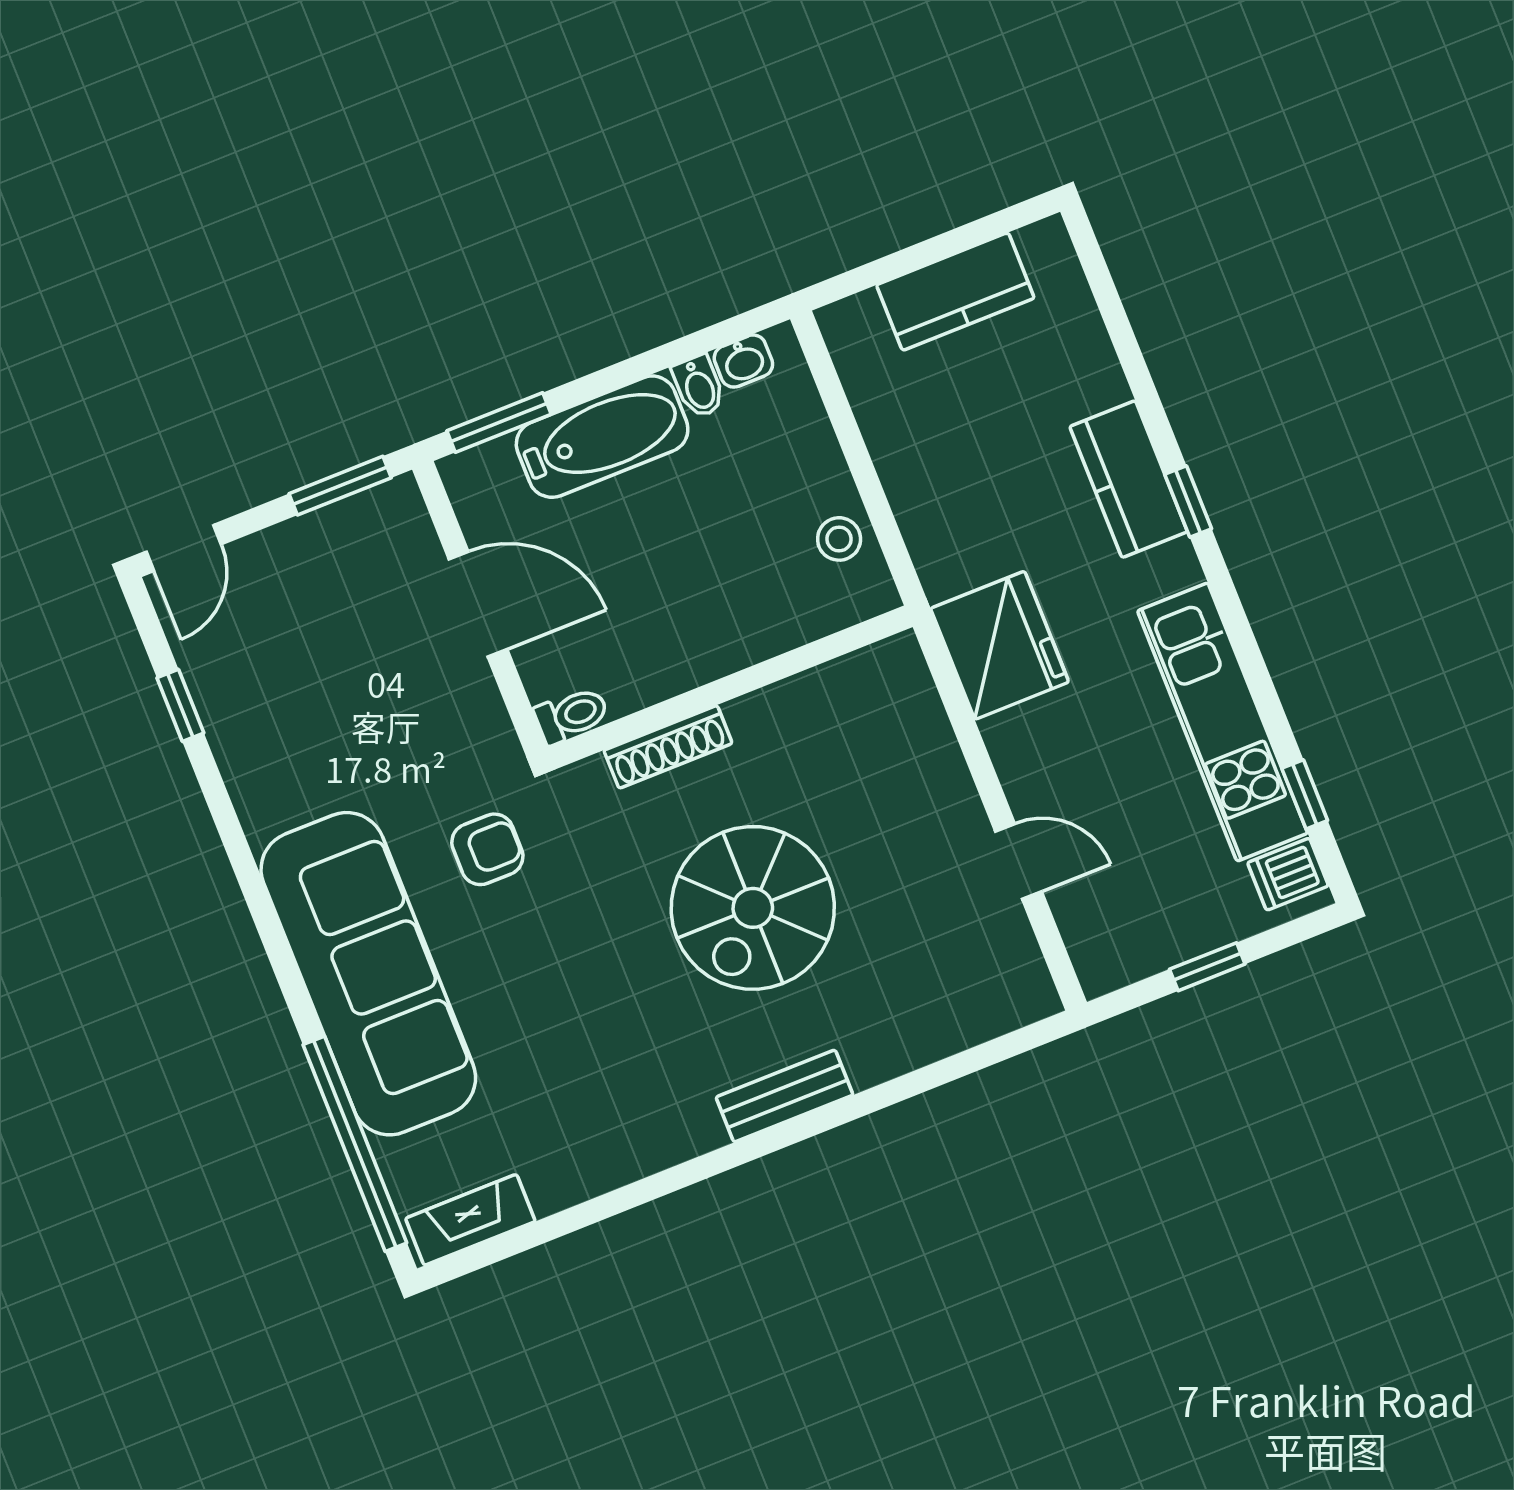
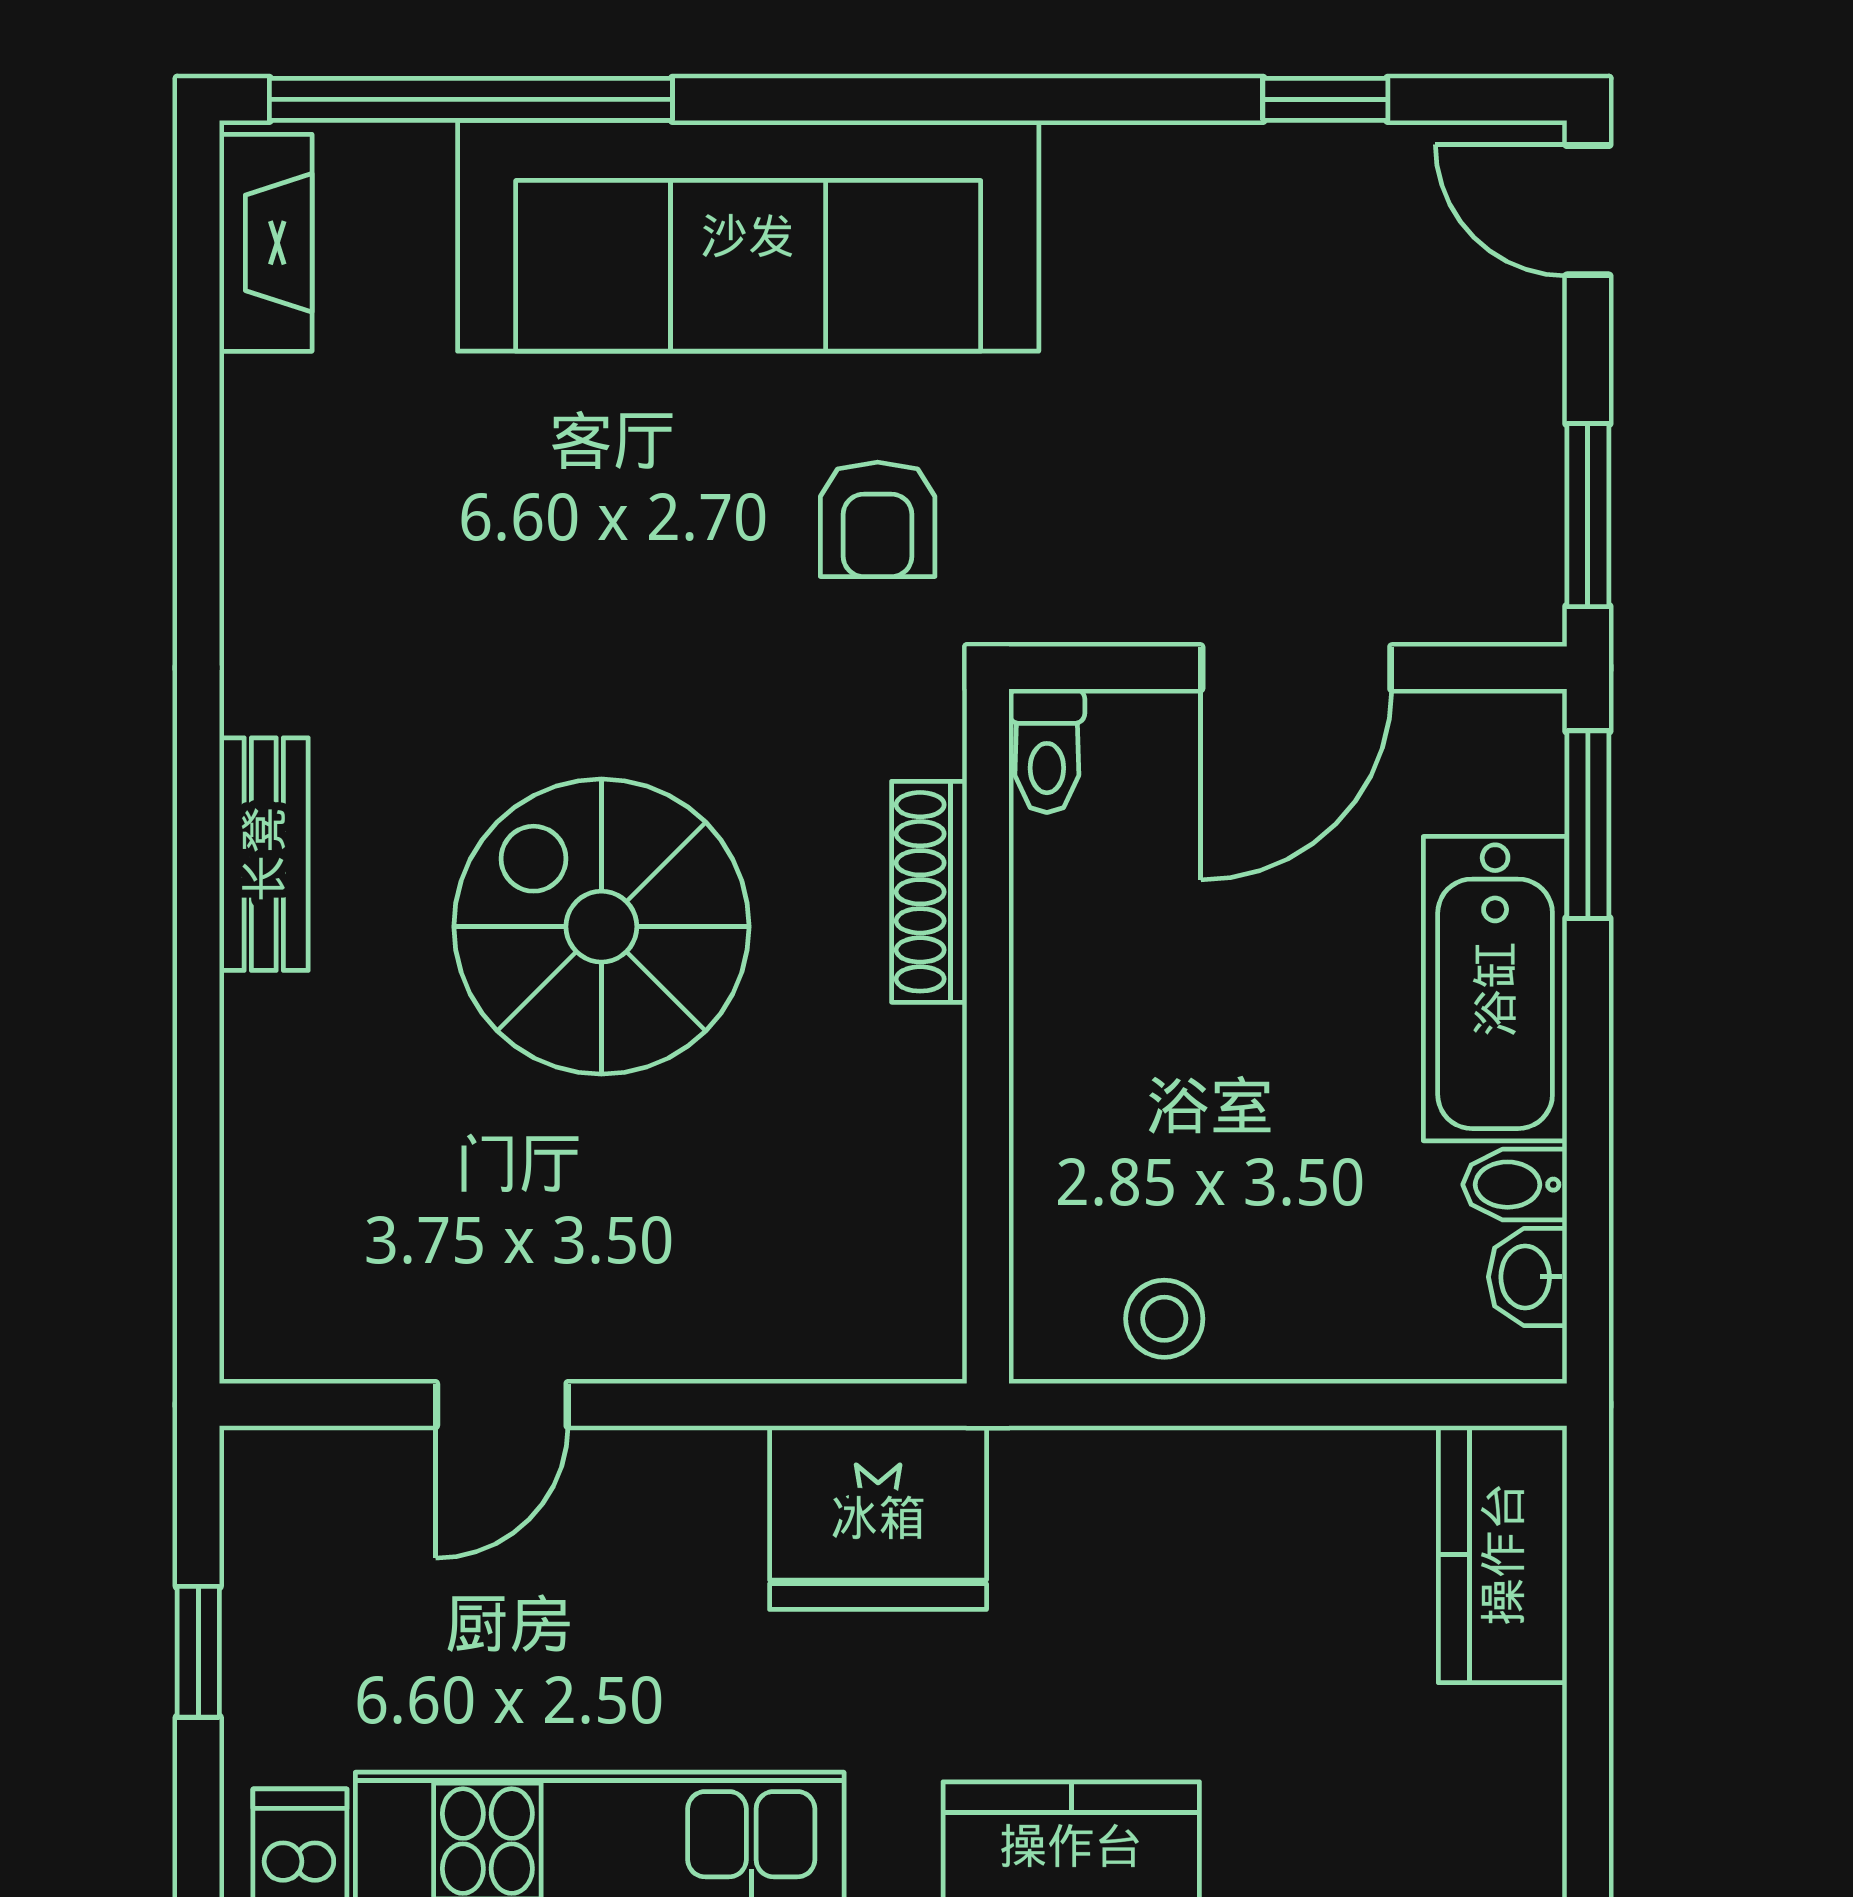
kitchen counter: (955, 292) -> (1503, 1554), moved

